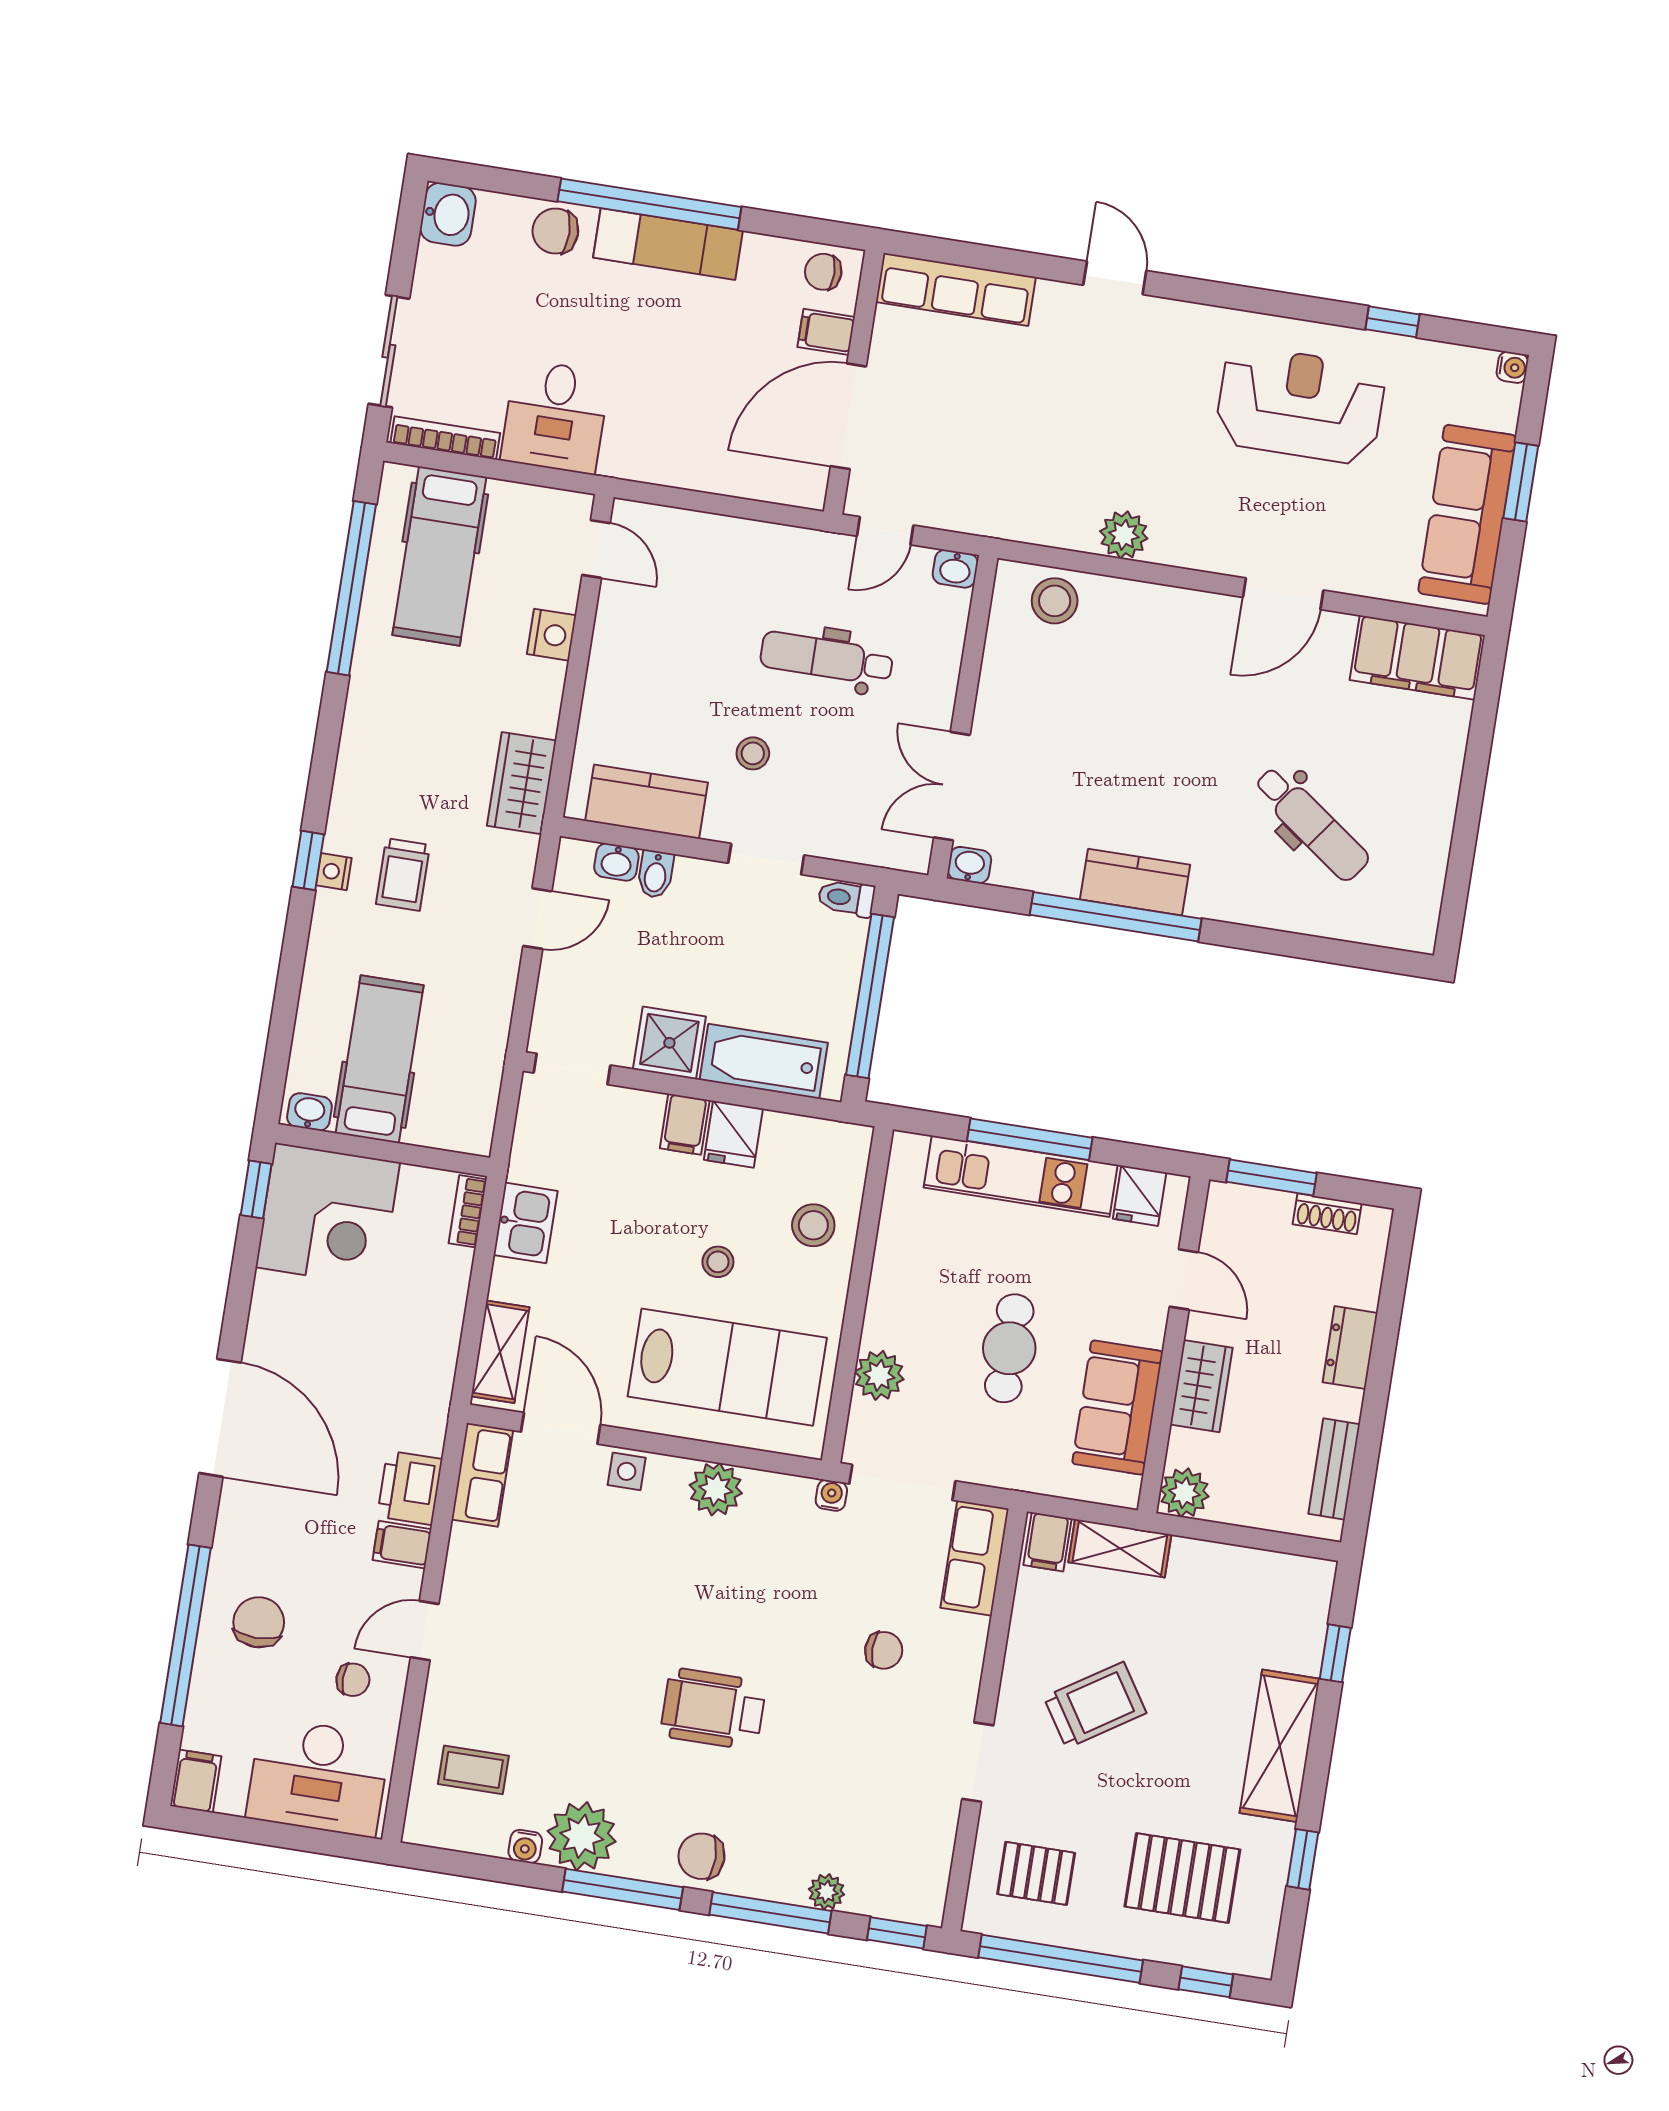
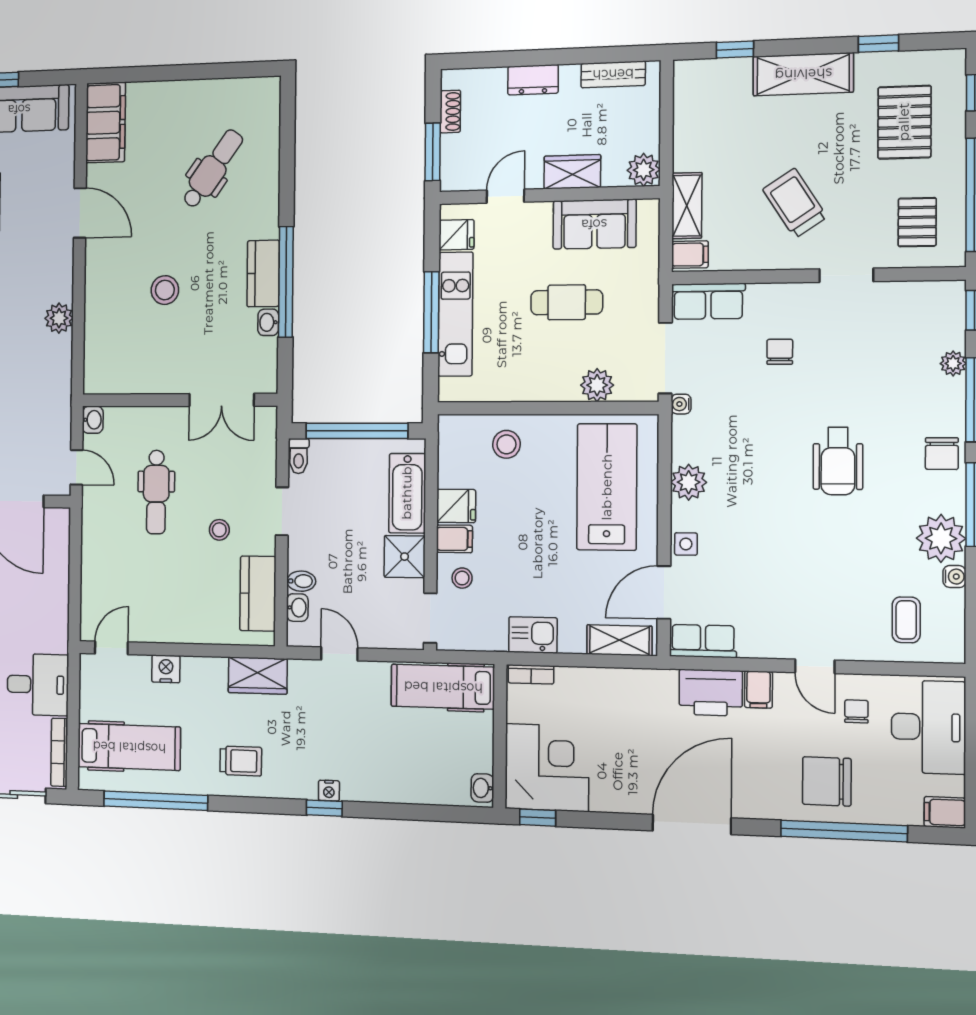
stool: (1055, 601) -> (165, 290), moved
washbasin: (970, 865) -> (268, 322), moved
trolley: (403, 875) -> (241, 761), moved
hospital bed: (380, 1059) -> (443, 687), moved
stool: (718, 1262) -> (462, 578), moved
printer: (410, 1488) -> (711, 693), width x1.37, depth x1.19
chair: (259, 1622) -> (827, 781), width x1.37, depth x1.37

